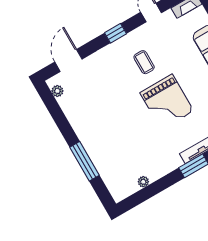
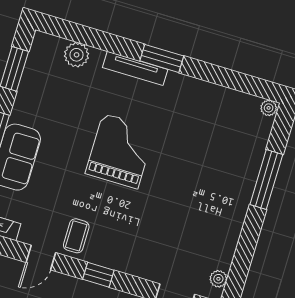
coffee table: (144, 62) -> (76, 236), moved
plant: (143, 182) -> (269, 108), moved

